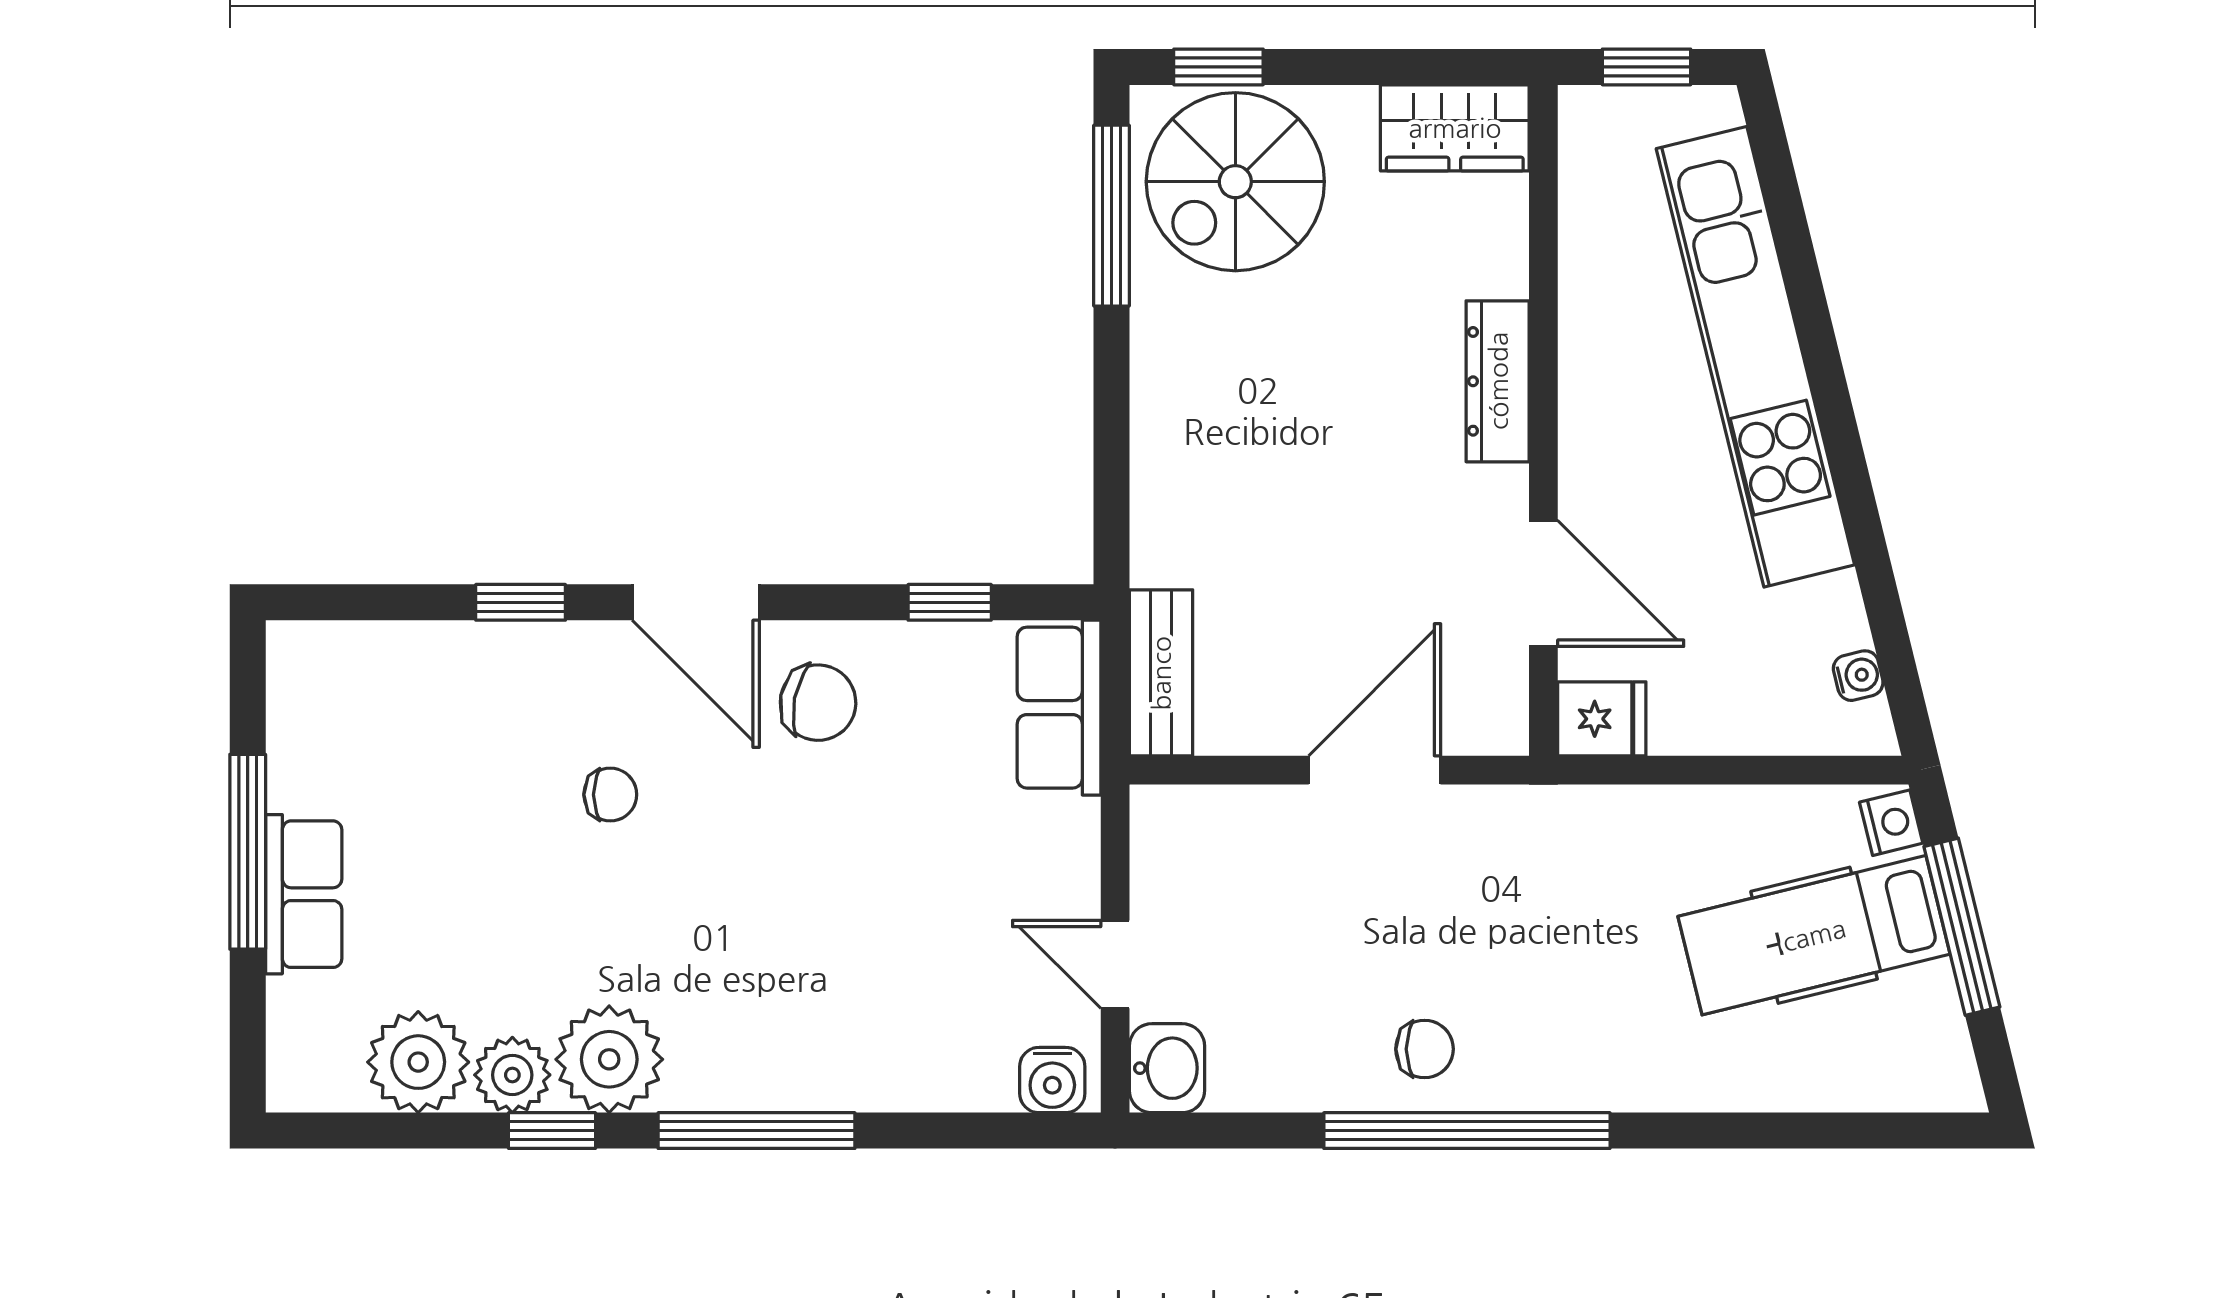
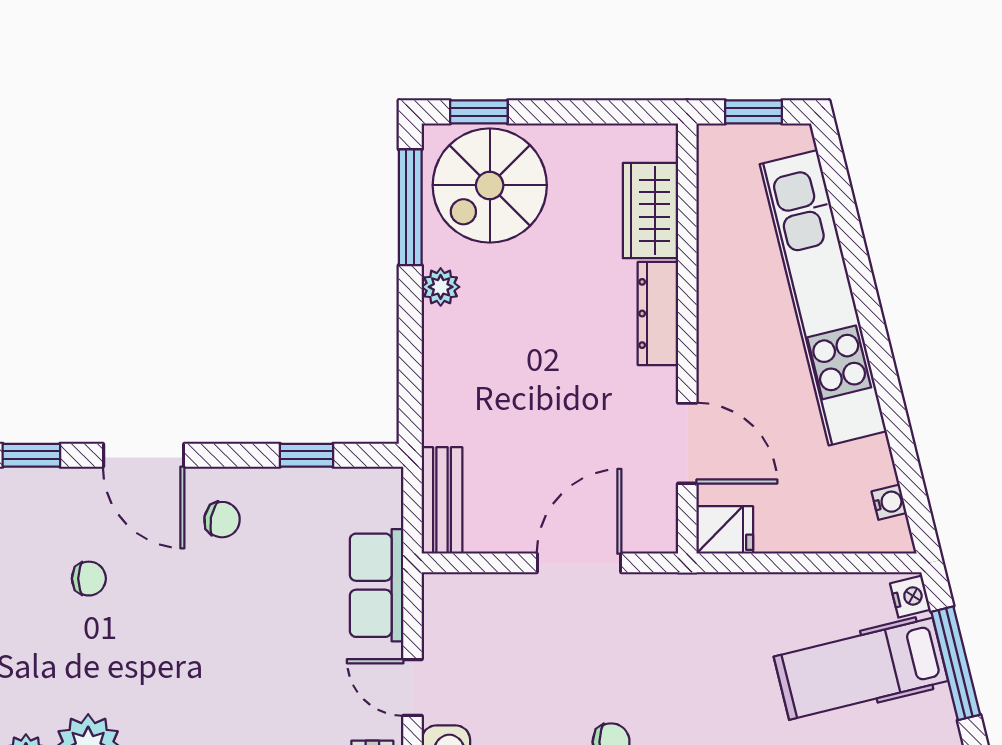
wardrobe: (1455, 128) -> (650, 211), moved, turned 90
plant: (1159, 340) -> (441, 287), added
chair: (818, 703) -> (222, 520), width x0.73, depth x0.73
row of seats: (1059, 708) -> (377, 585), moved

